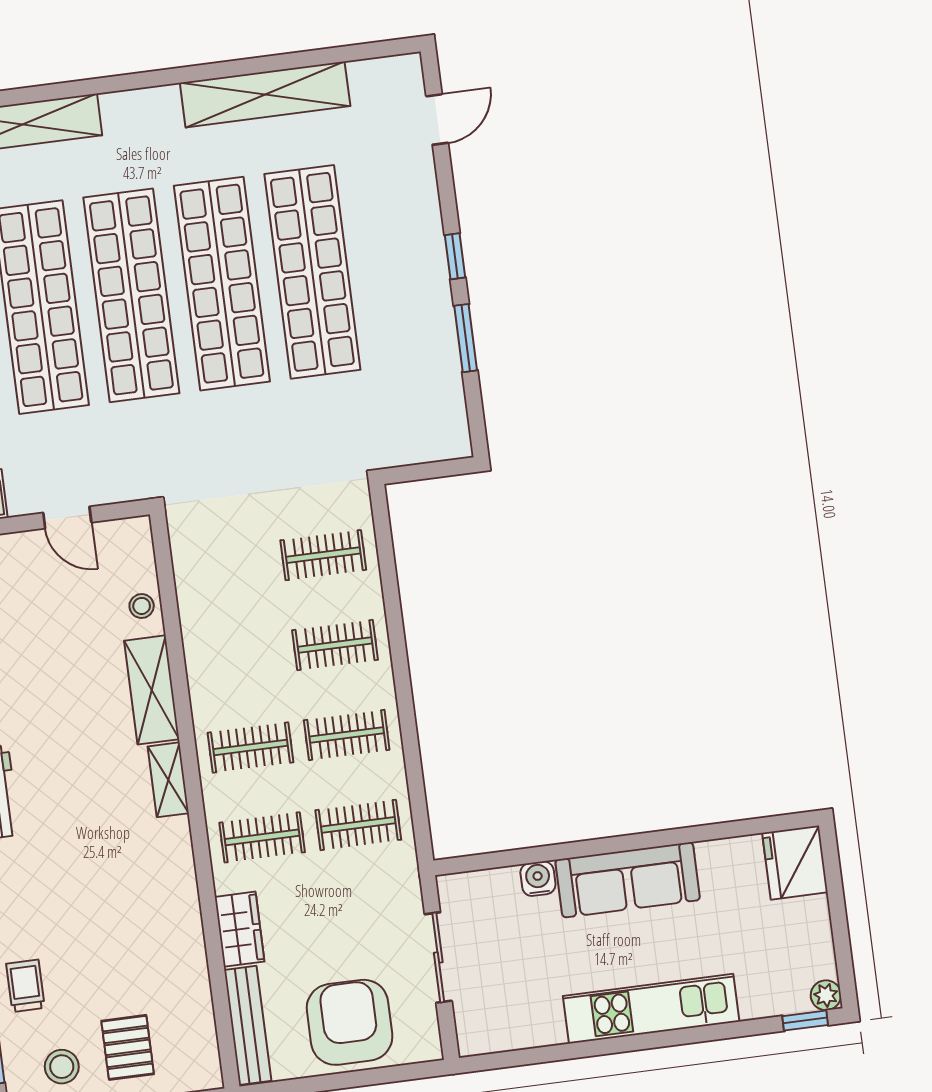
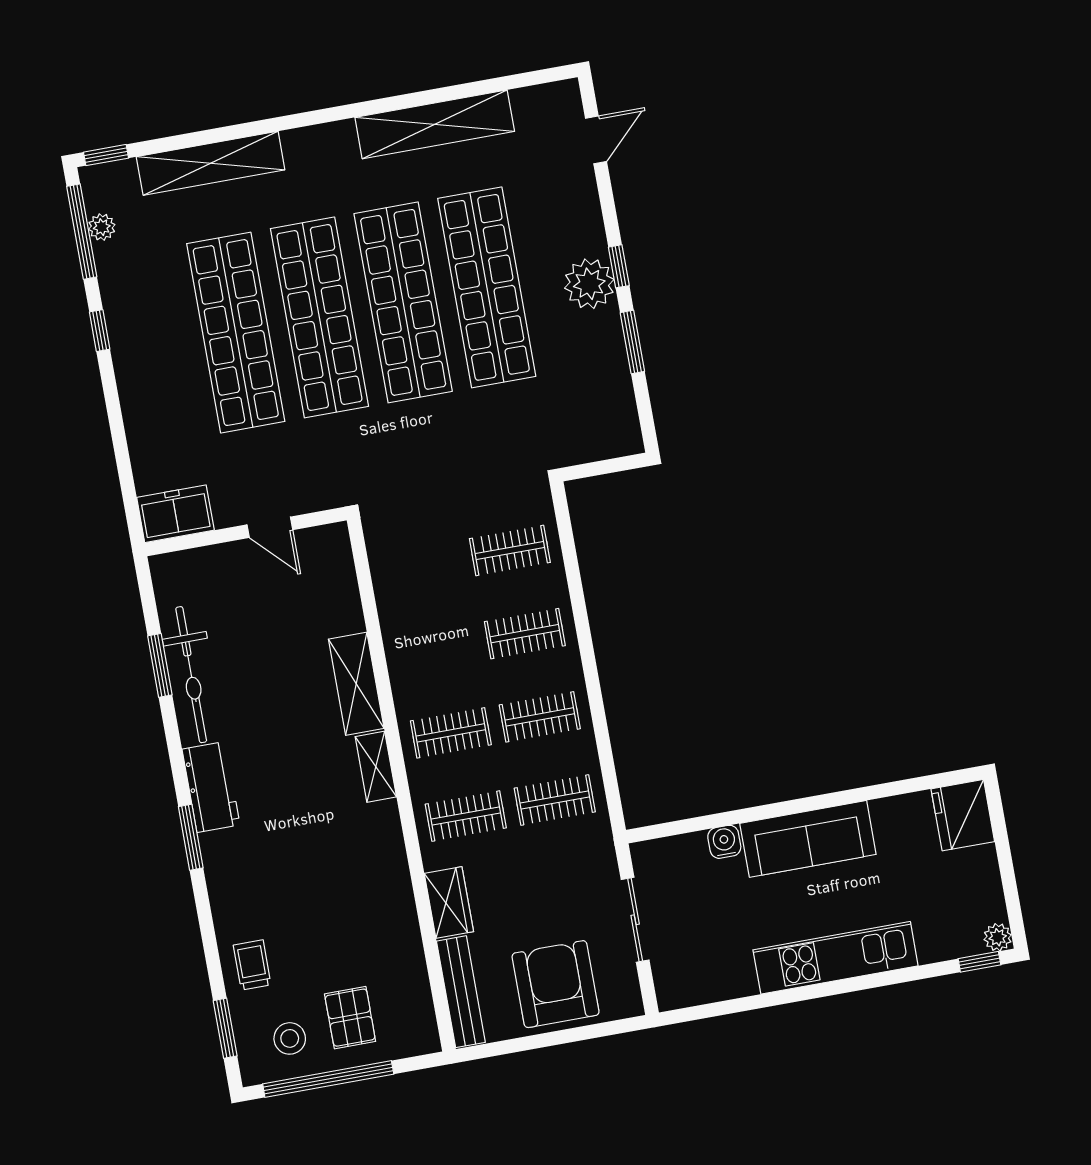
plant: (422, 273) -> (589, 284), added
stool: (142, 606) -> (343, 606), removed

